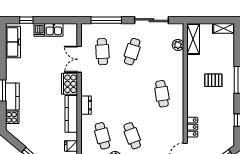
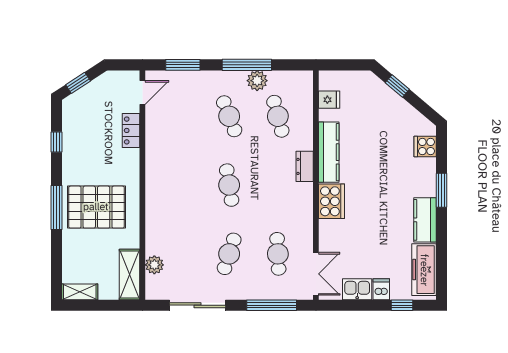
double door: (79, 59) -> (316, 274), moved
pallet: (213, 80) -> (96, 207), width x2.05, depth x2.00
cafe table: (162, 94) -> (229, 185), moved
kitchen counter: (12, 96) -> (425, 220), moved

